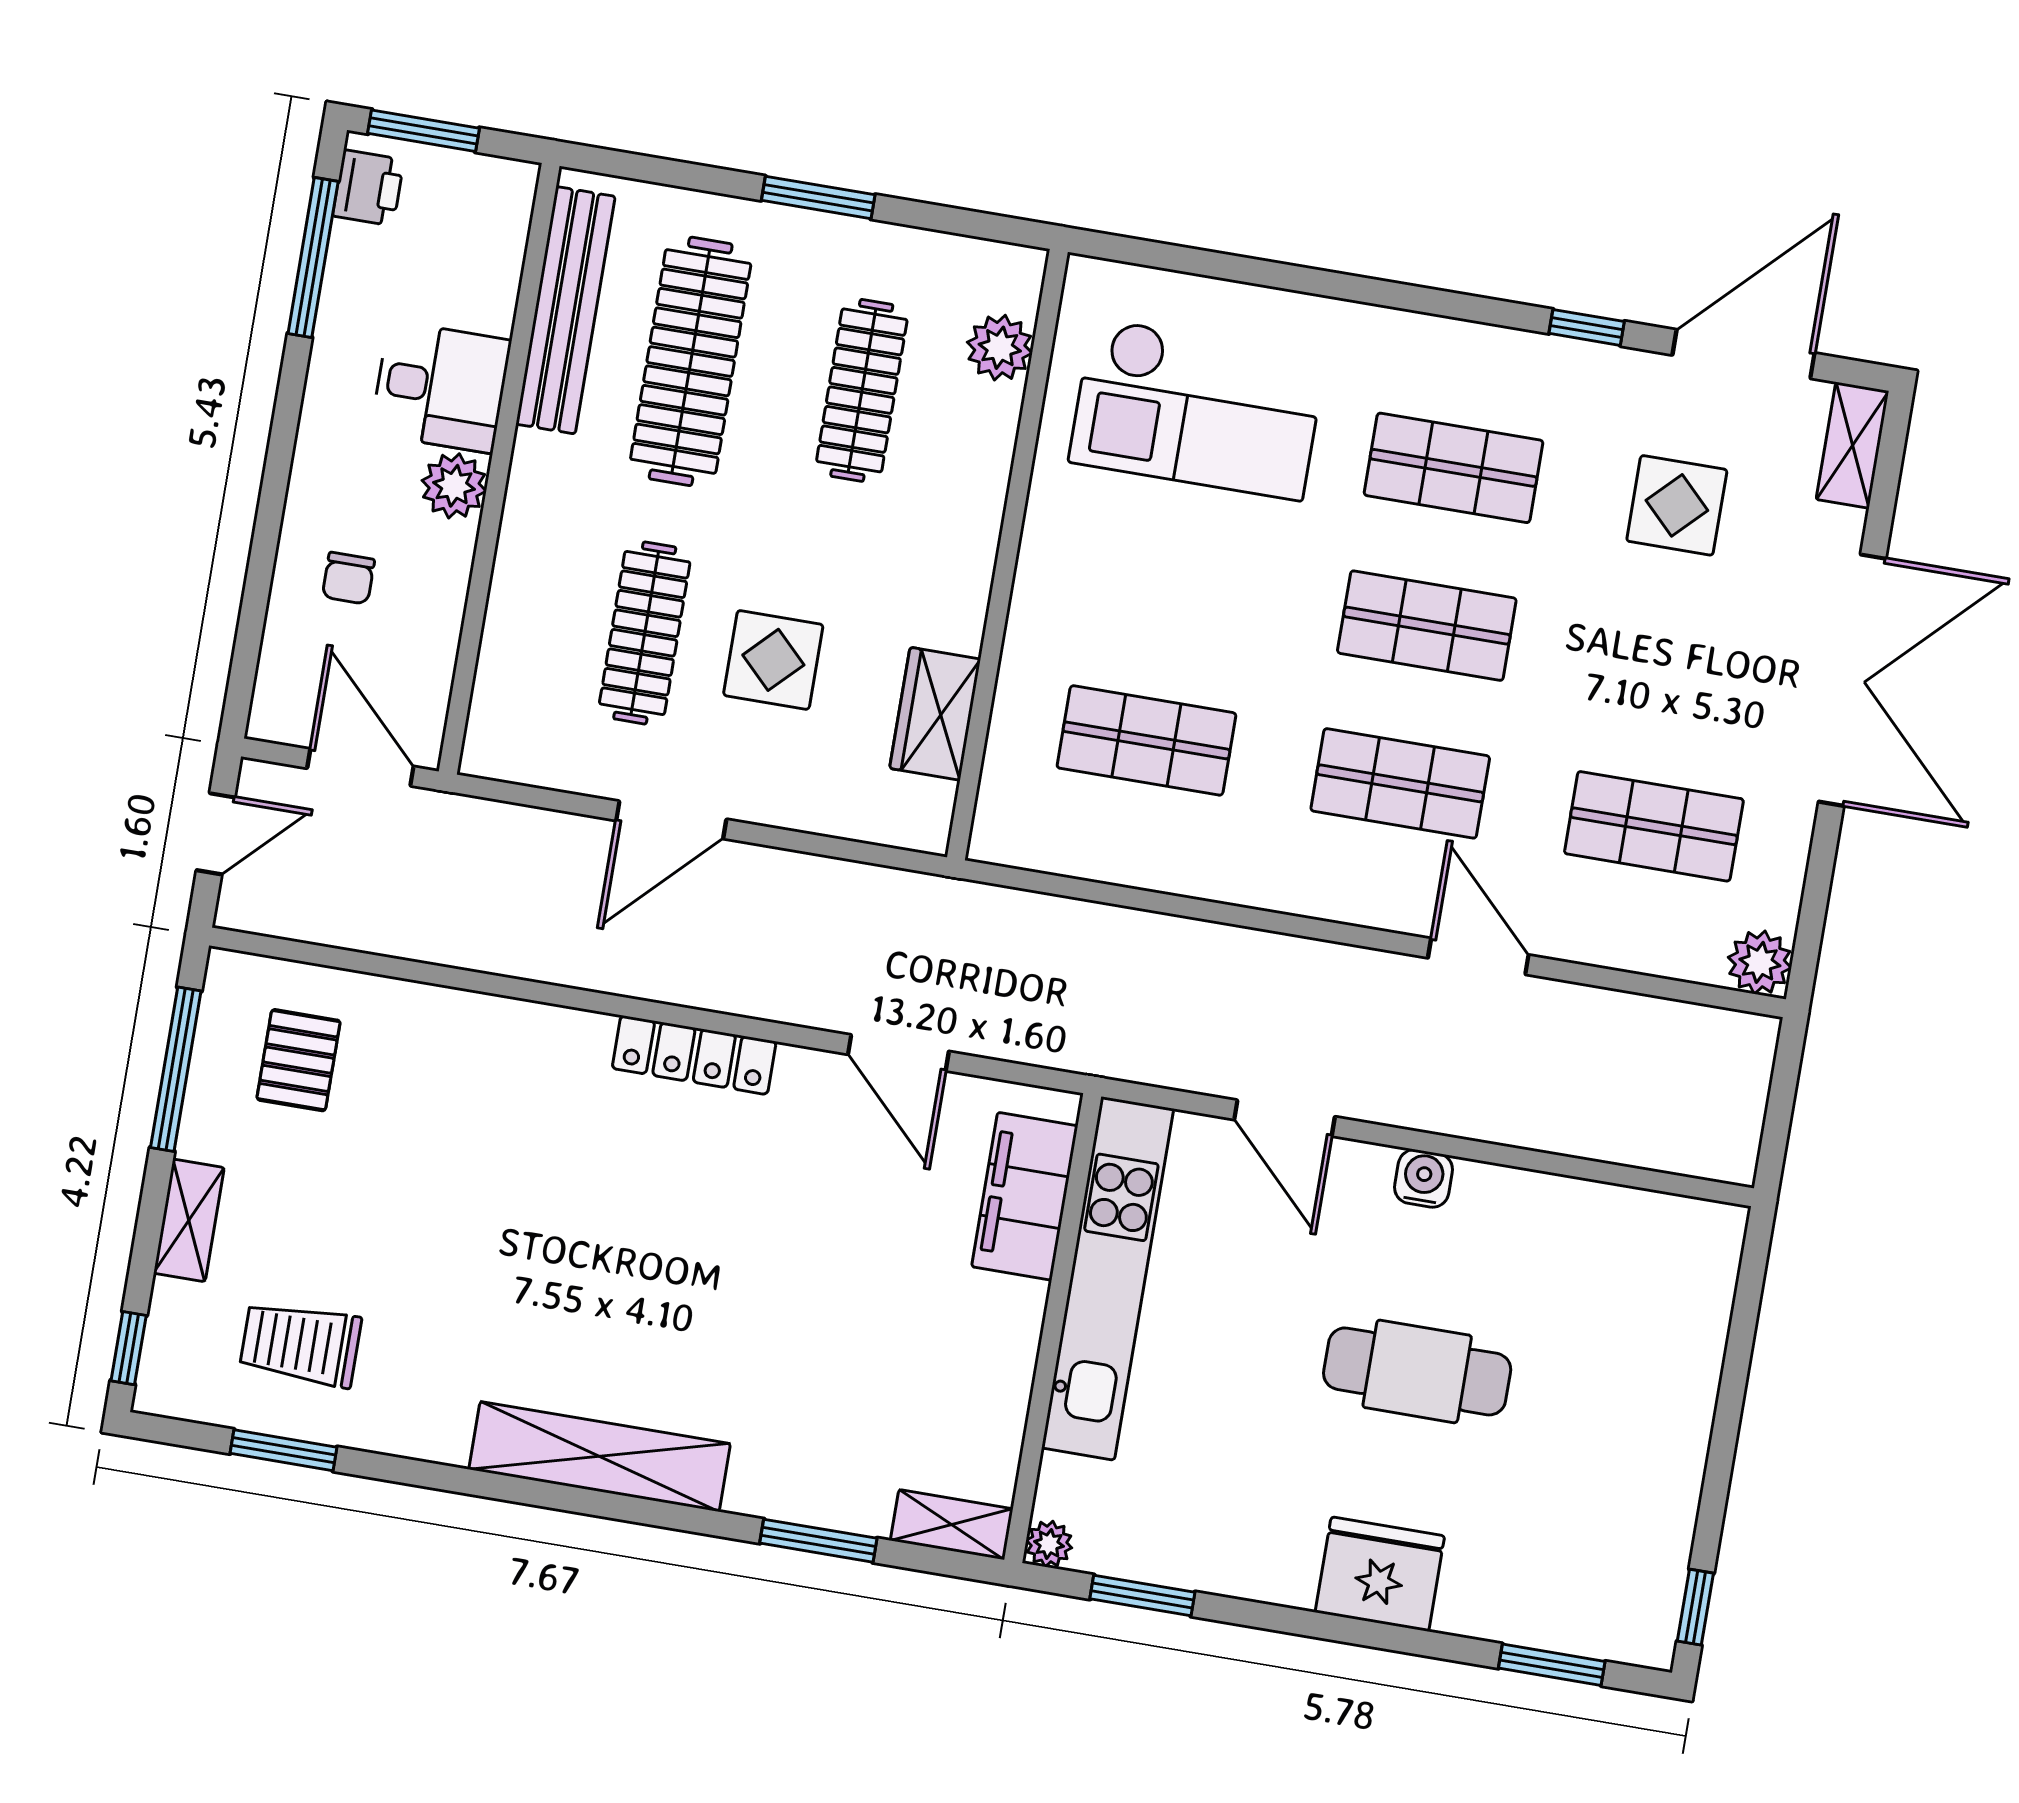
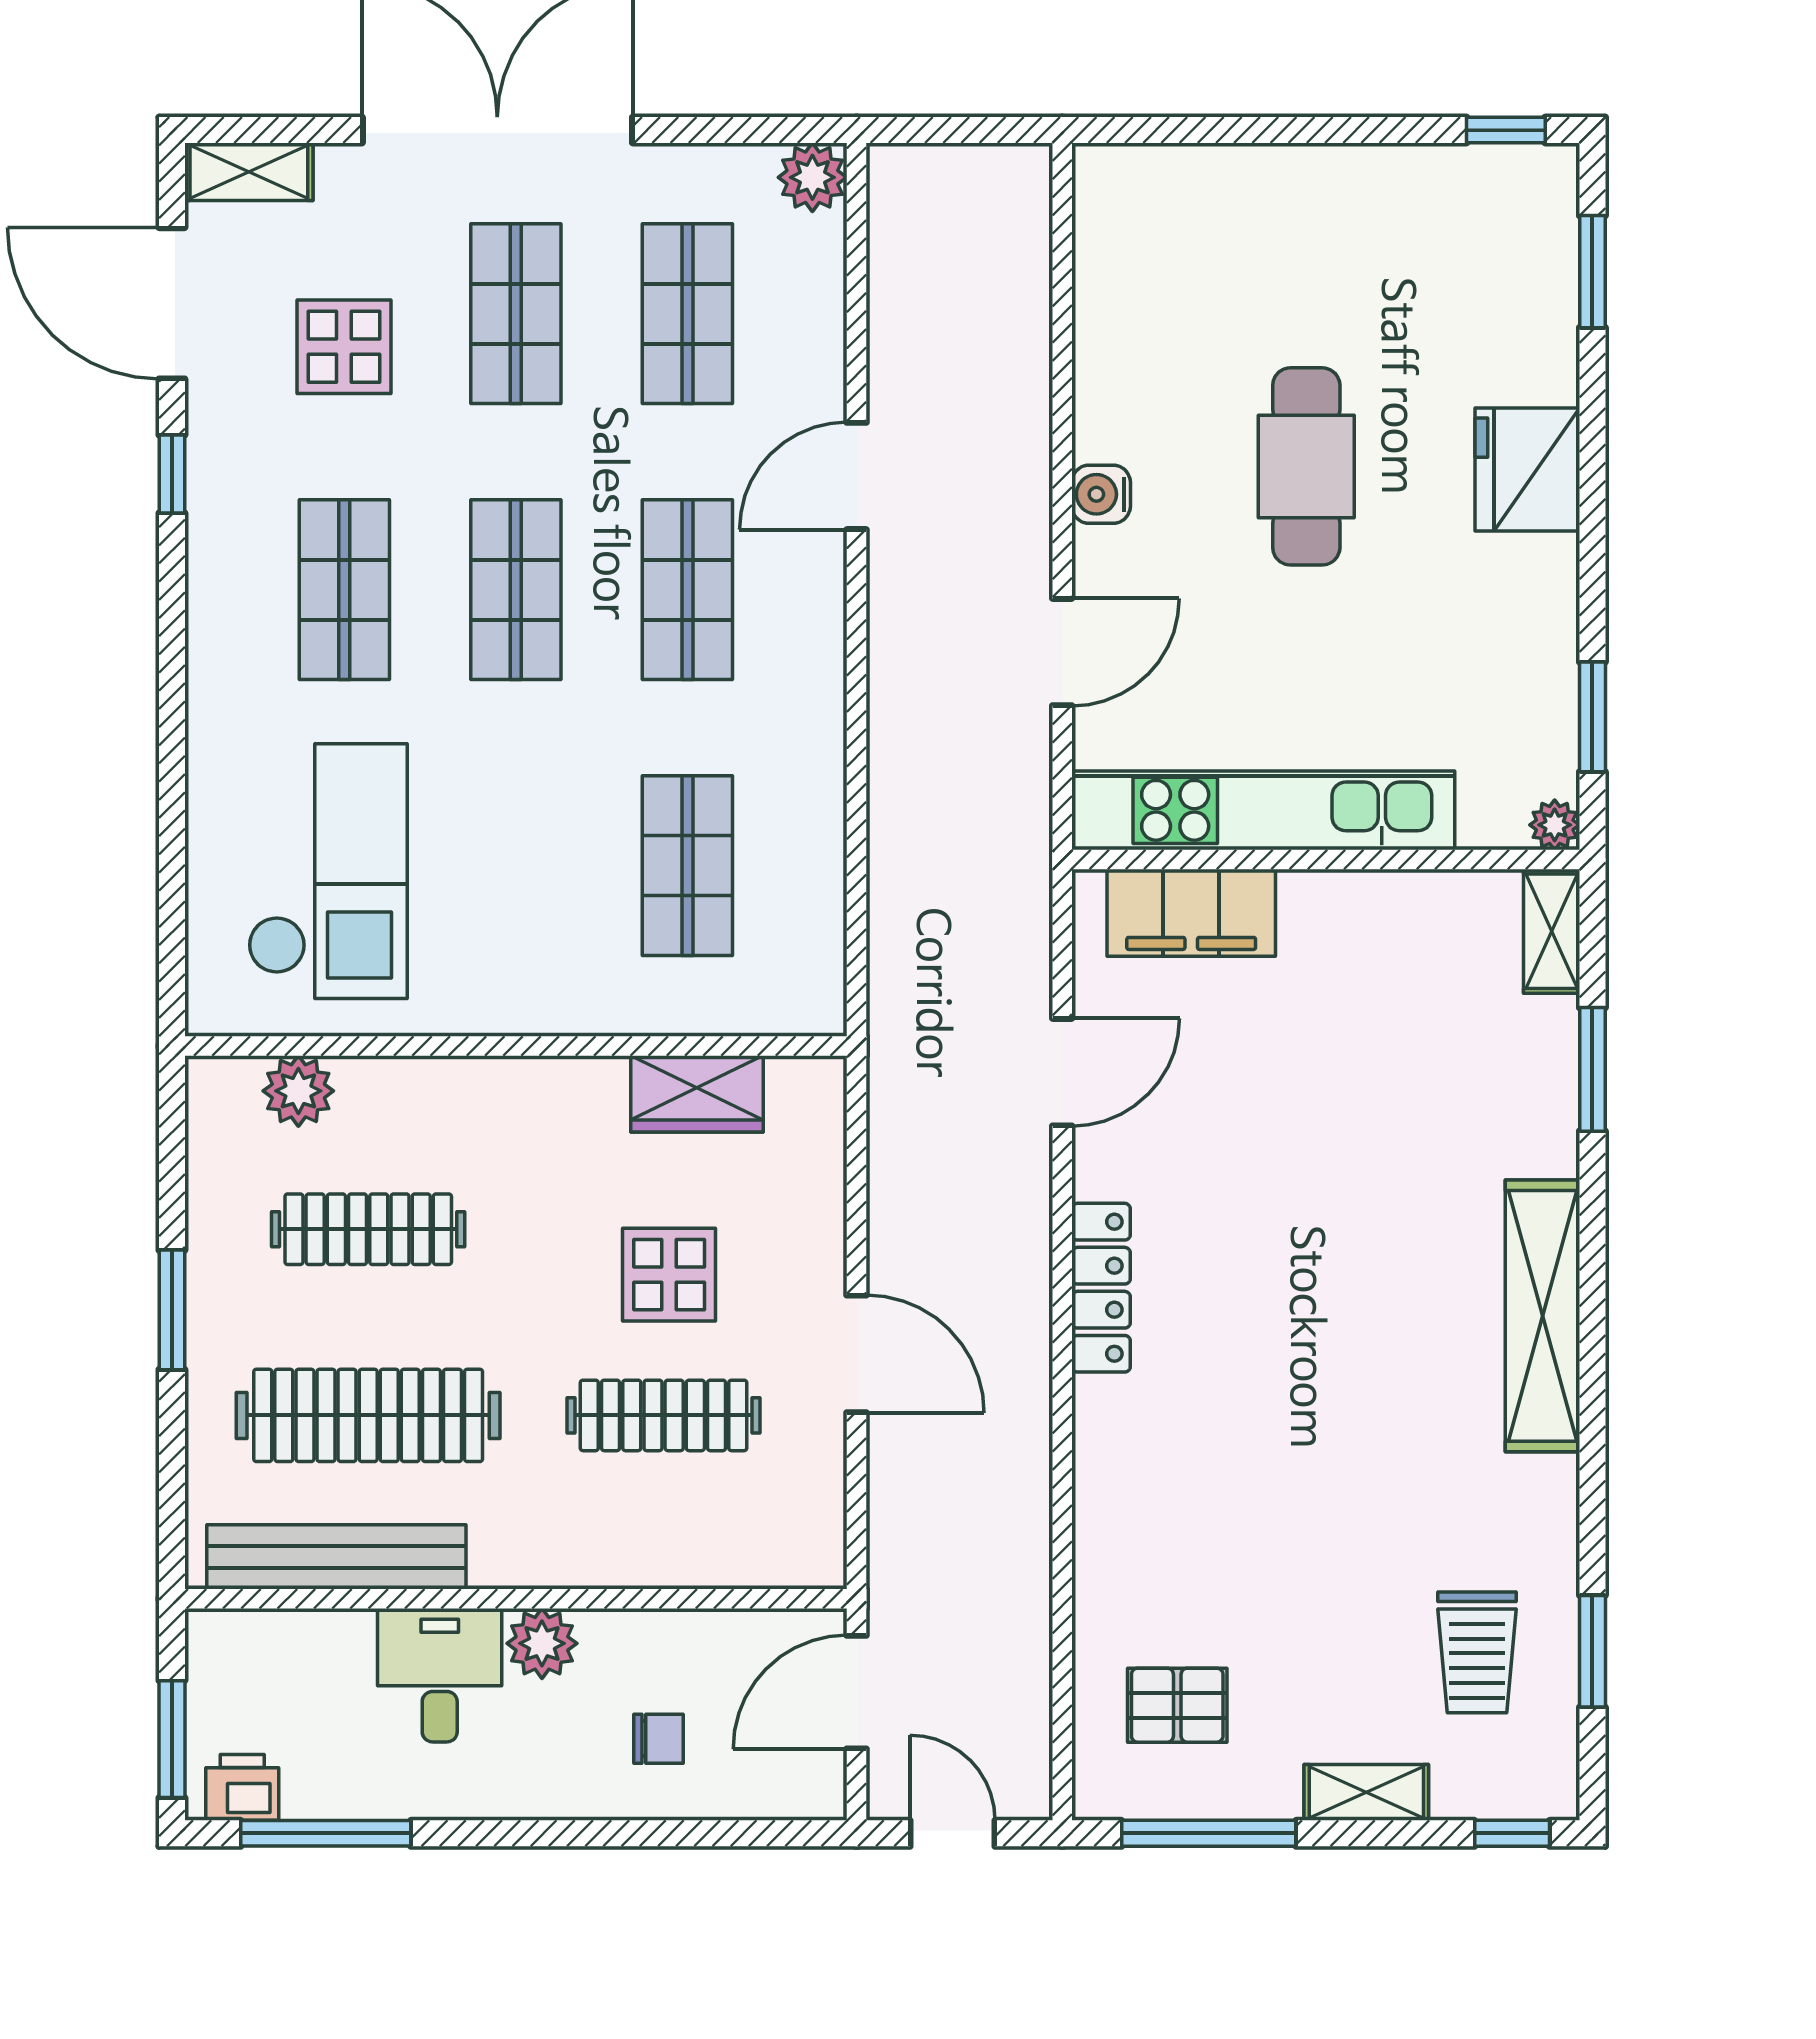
shop shelf: (1681, 669) -> (516, 314), added

